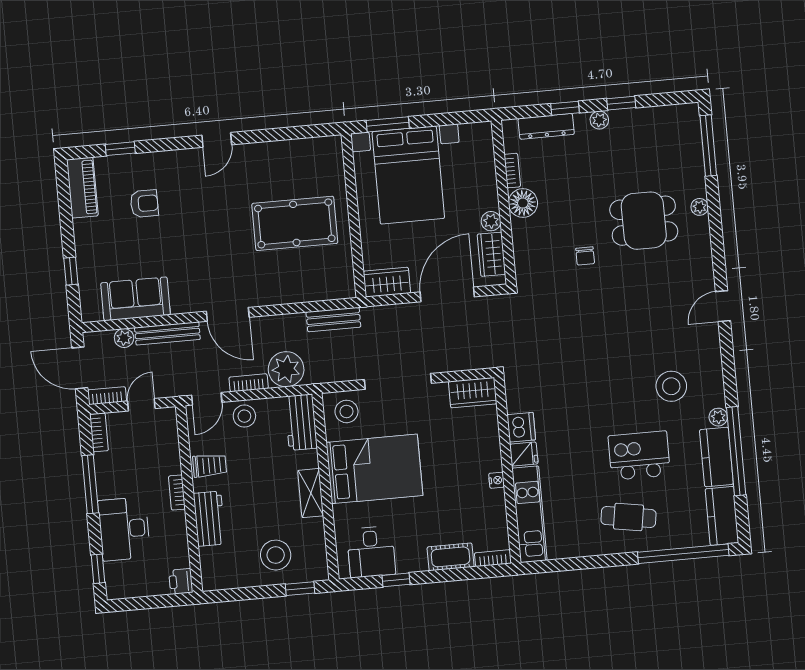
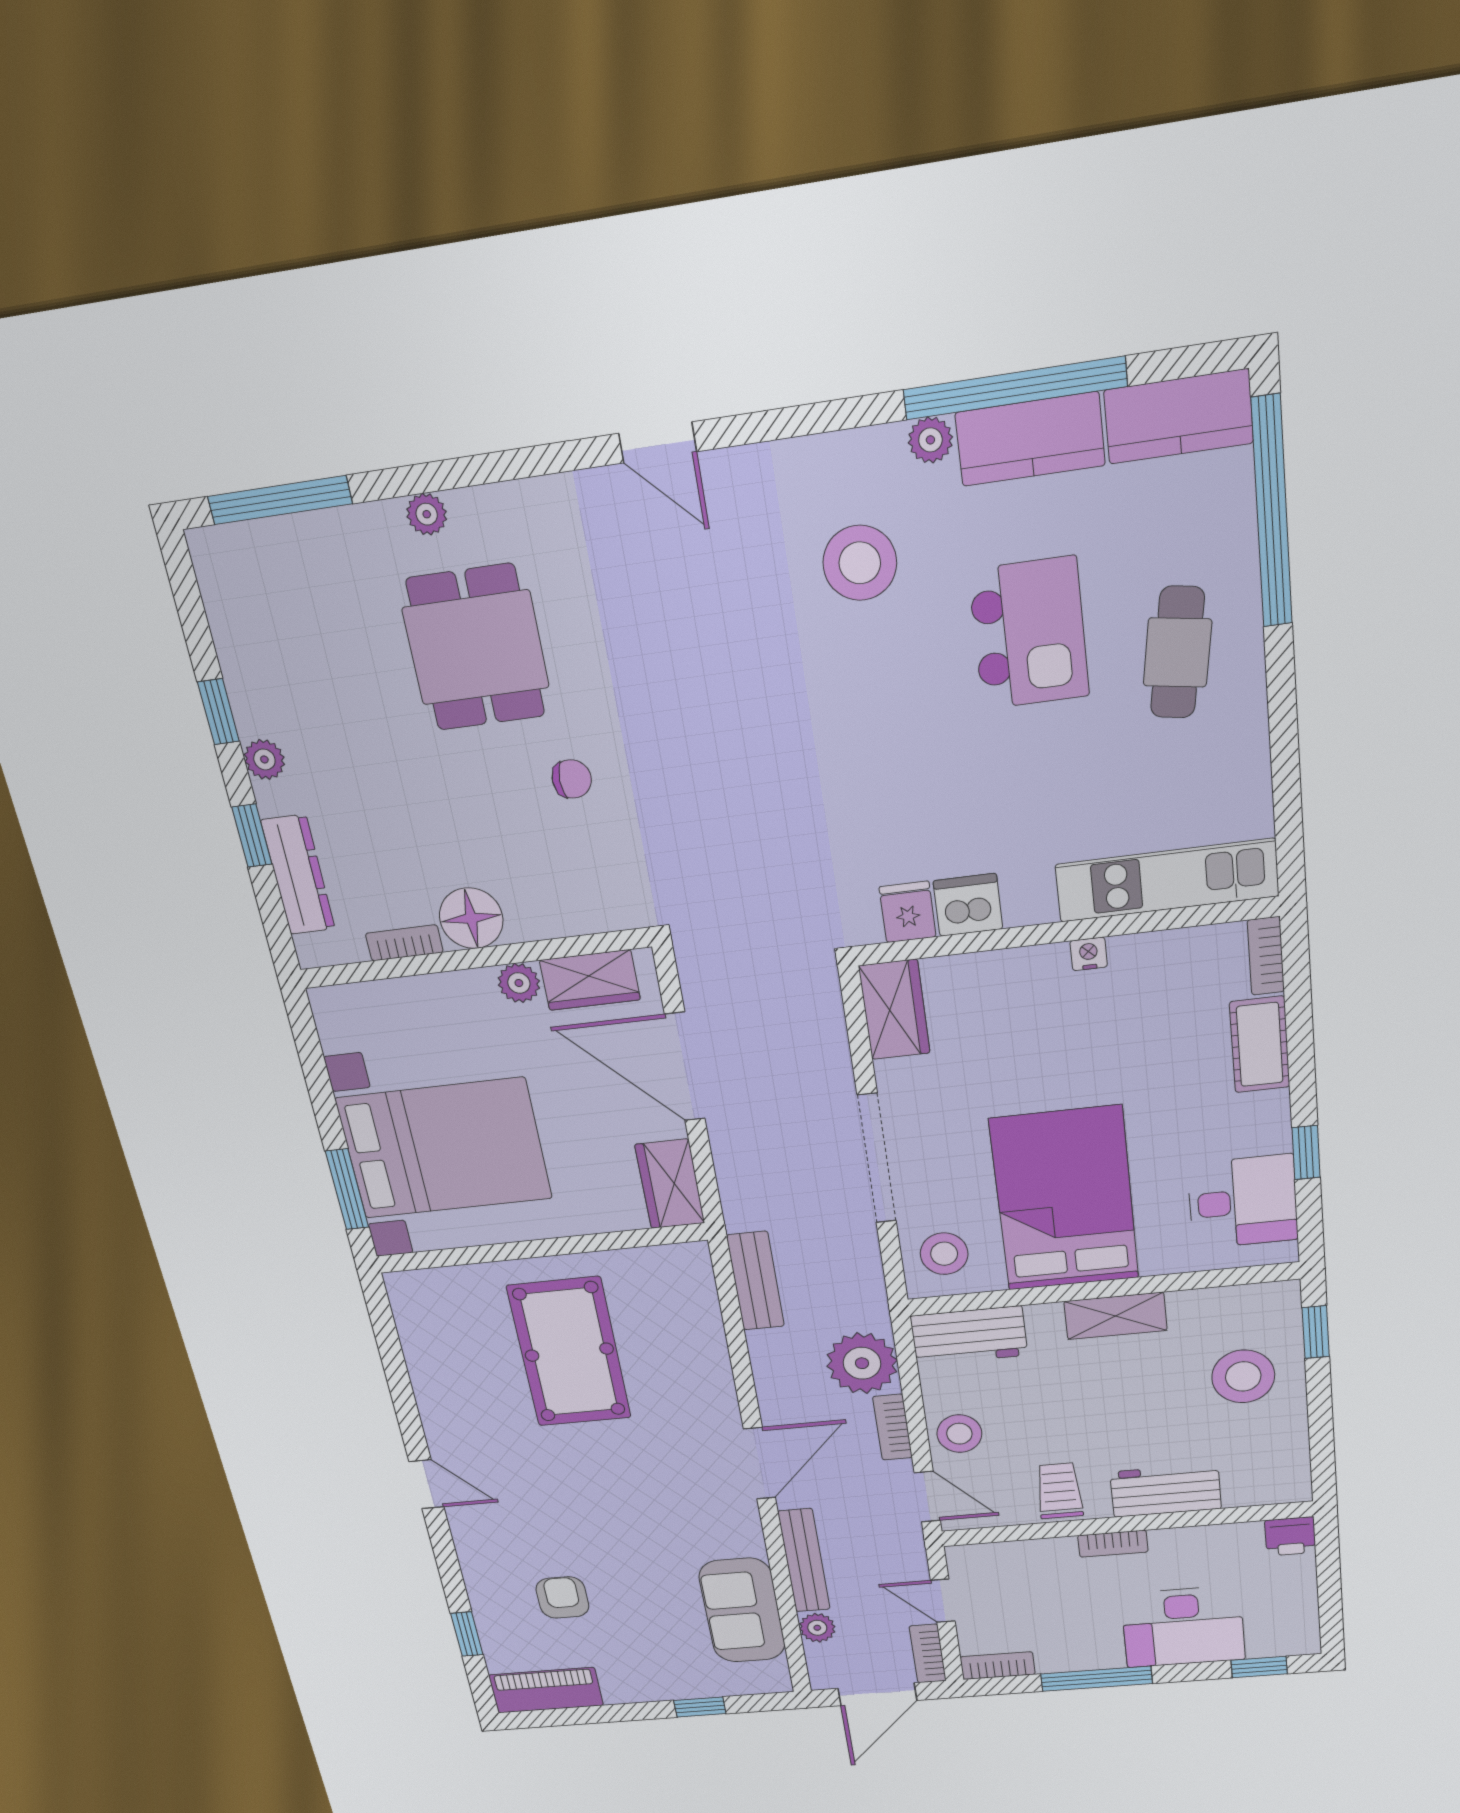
fridge: (524, 454) -> (908, 912), moved
kitchen island: (639, 456) -> (1029, 633), turned 180

